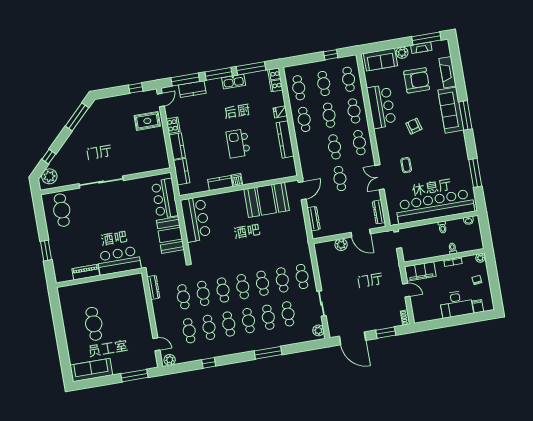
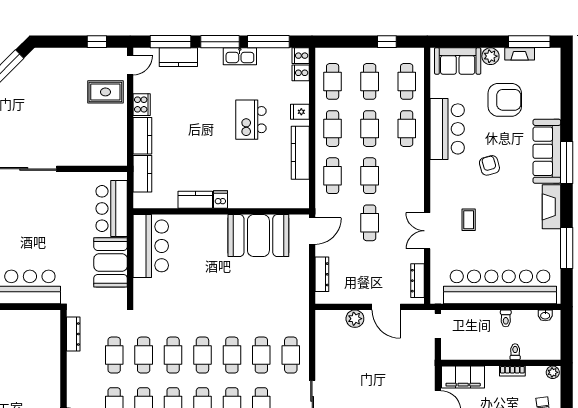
fireplace: (448, 72) -> (551, 207), moved
kitchen island: (238, 143) -> (251, 120), moved
cafe table: (359, 143) -> (333, 176), moved

